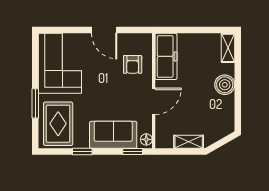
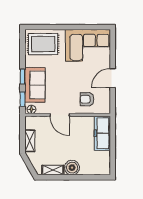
shelving: (228, 48) -> (53, 170), moved
freezer: (166, 56) -> (102, 133), moved, turned 90
window: (35, 103) -> (58, 27), removed
window: (82, 152) -> (22, 77), moved

